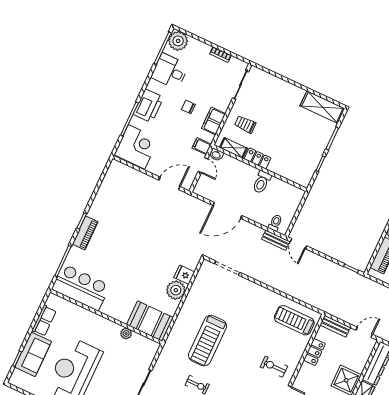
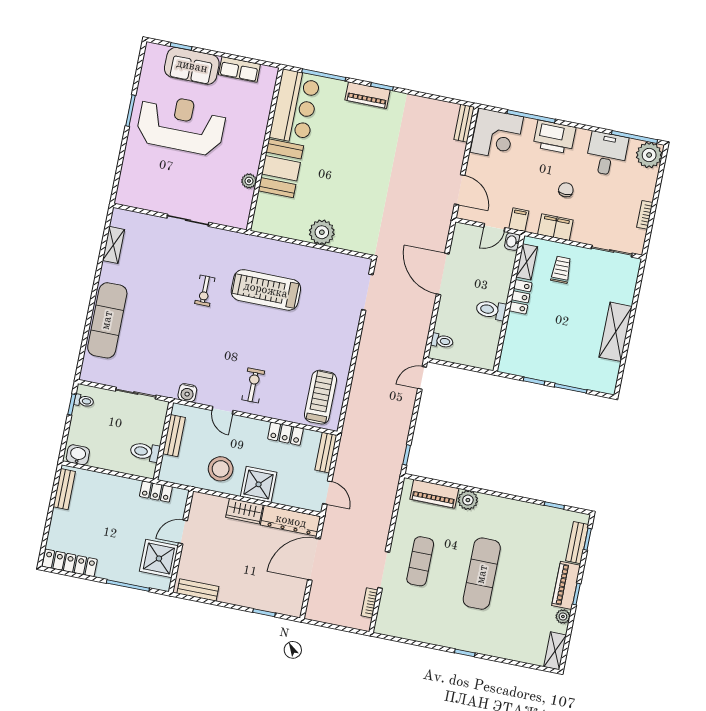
shelving: (322, 107) -> (616, 332), moved
bench: (276, 240) -> (464, 123), moved
fridge: (184, 275) -> (345, 238), removed
booth: (150, 321) -> (281, 168), moved

